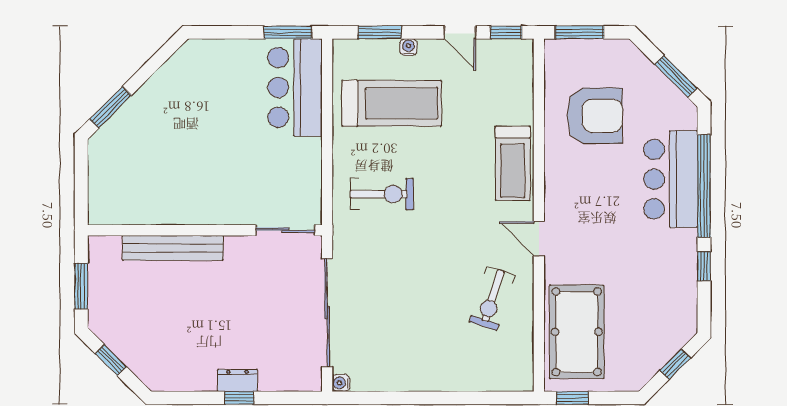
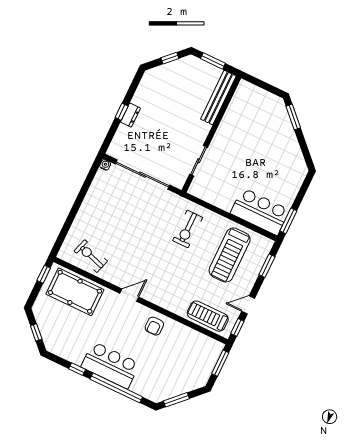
water cooler: (408, 47) -> (253, 276), removed
armchair: (595, 116) -> (154, 326), moved, width x0.53, depth x0.53
treadmill: (513, 163) -> (208, 316), moved
bar counter: (671, 179) -> (110, 365), moved
sliding door: (285, 230) -> (199, 161), moved
bench: (173, 248) -> (218, 98), moved
exercise bike: (492, 299) -> (91, 256), moved

